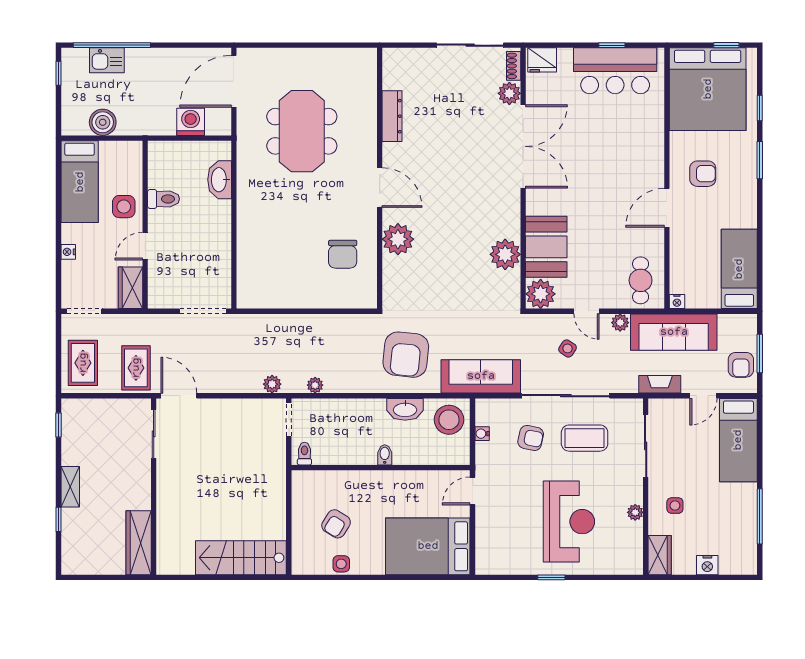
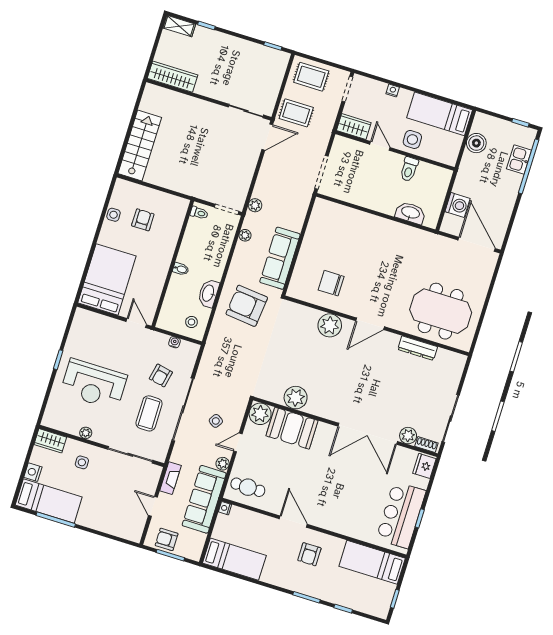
bed: (708, 89) -> (372, 562), width x0.49
meeting table: (302, 131) -> (441, 311), moved
sofa: (481, 376) -> (280, 258), moved, turned 180
stool: (449, 420) -> (192, 322), width x0.53, depth x0.53
bed: (738, 440) -> (49, 501), moved, turned 180
shelving: (70, 487) -> (179, 26), moved
armchair: (336, 524) -> (143, 220), turned 58

